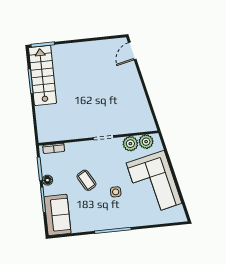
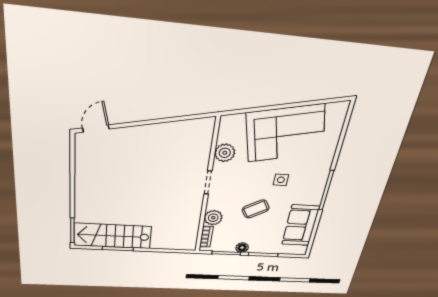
door: (132, 51) -> (96, 128), swing flipped
plant: (146, 142) -> (213, 218), moved
sofa: (58, 215) -> (301, 225), moved, turned -90

